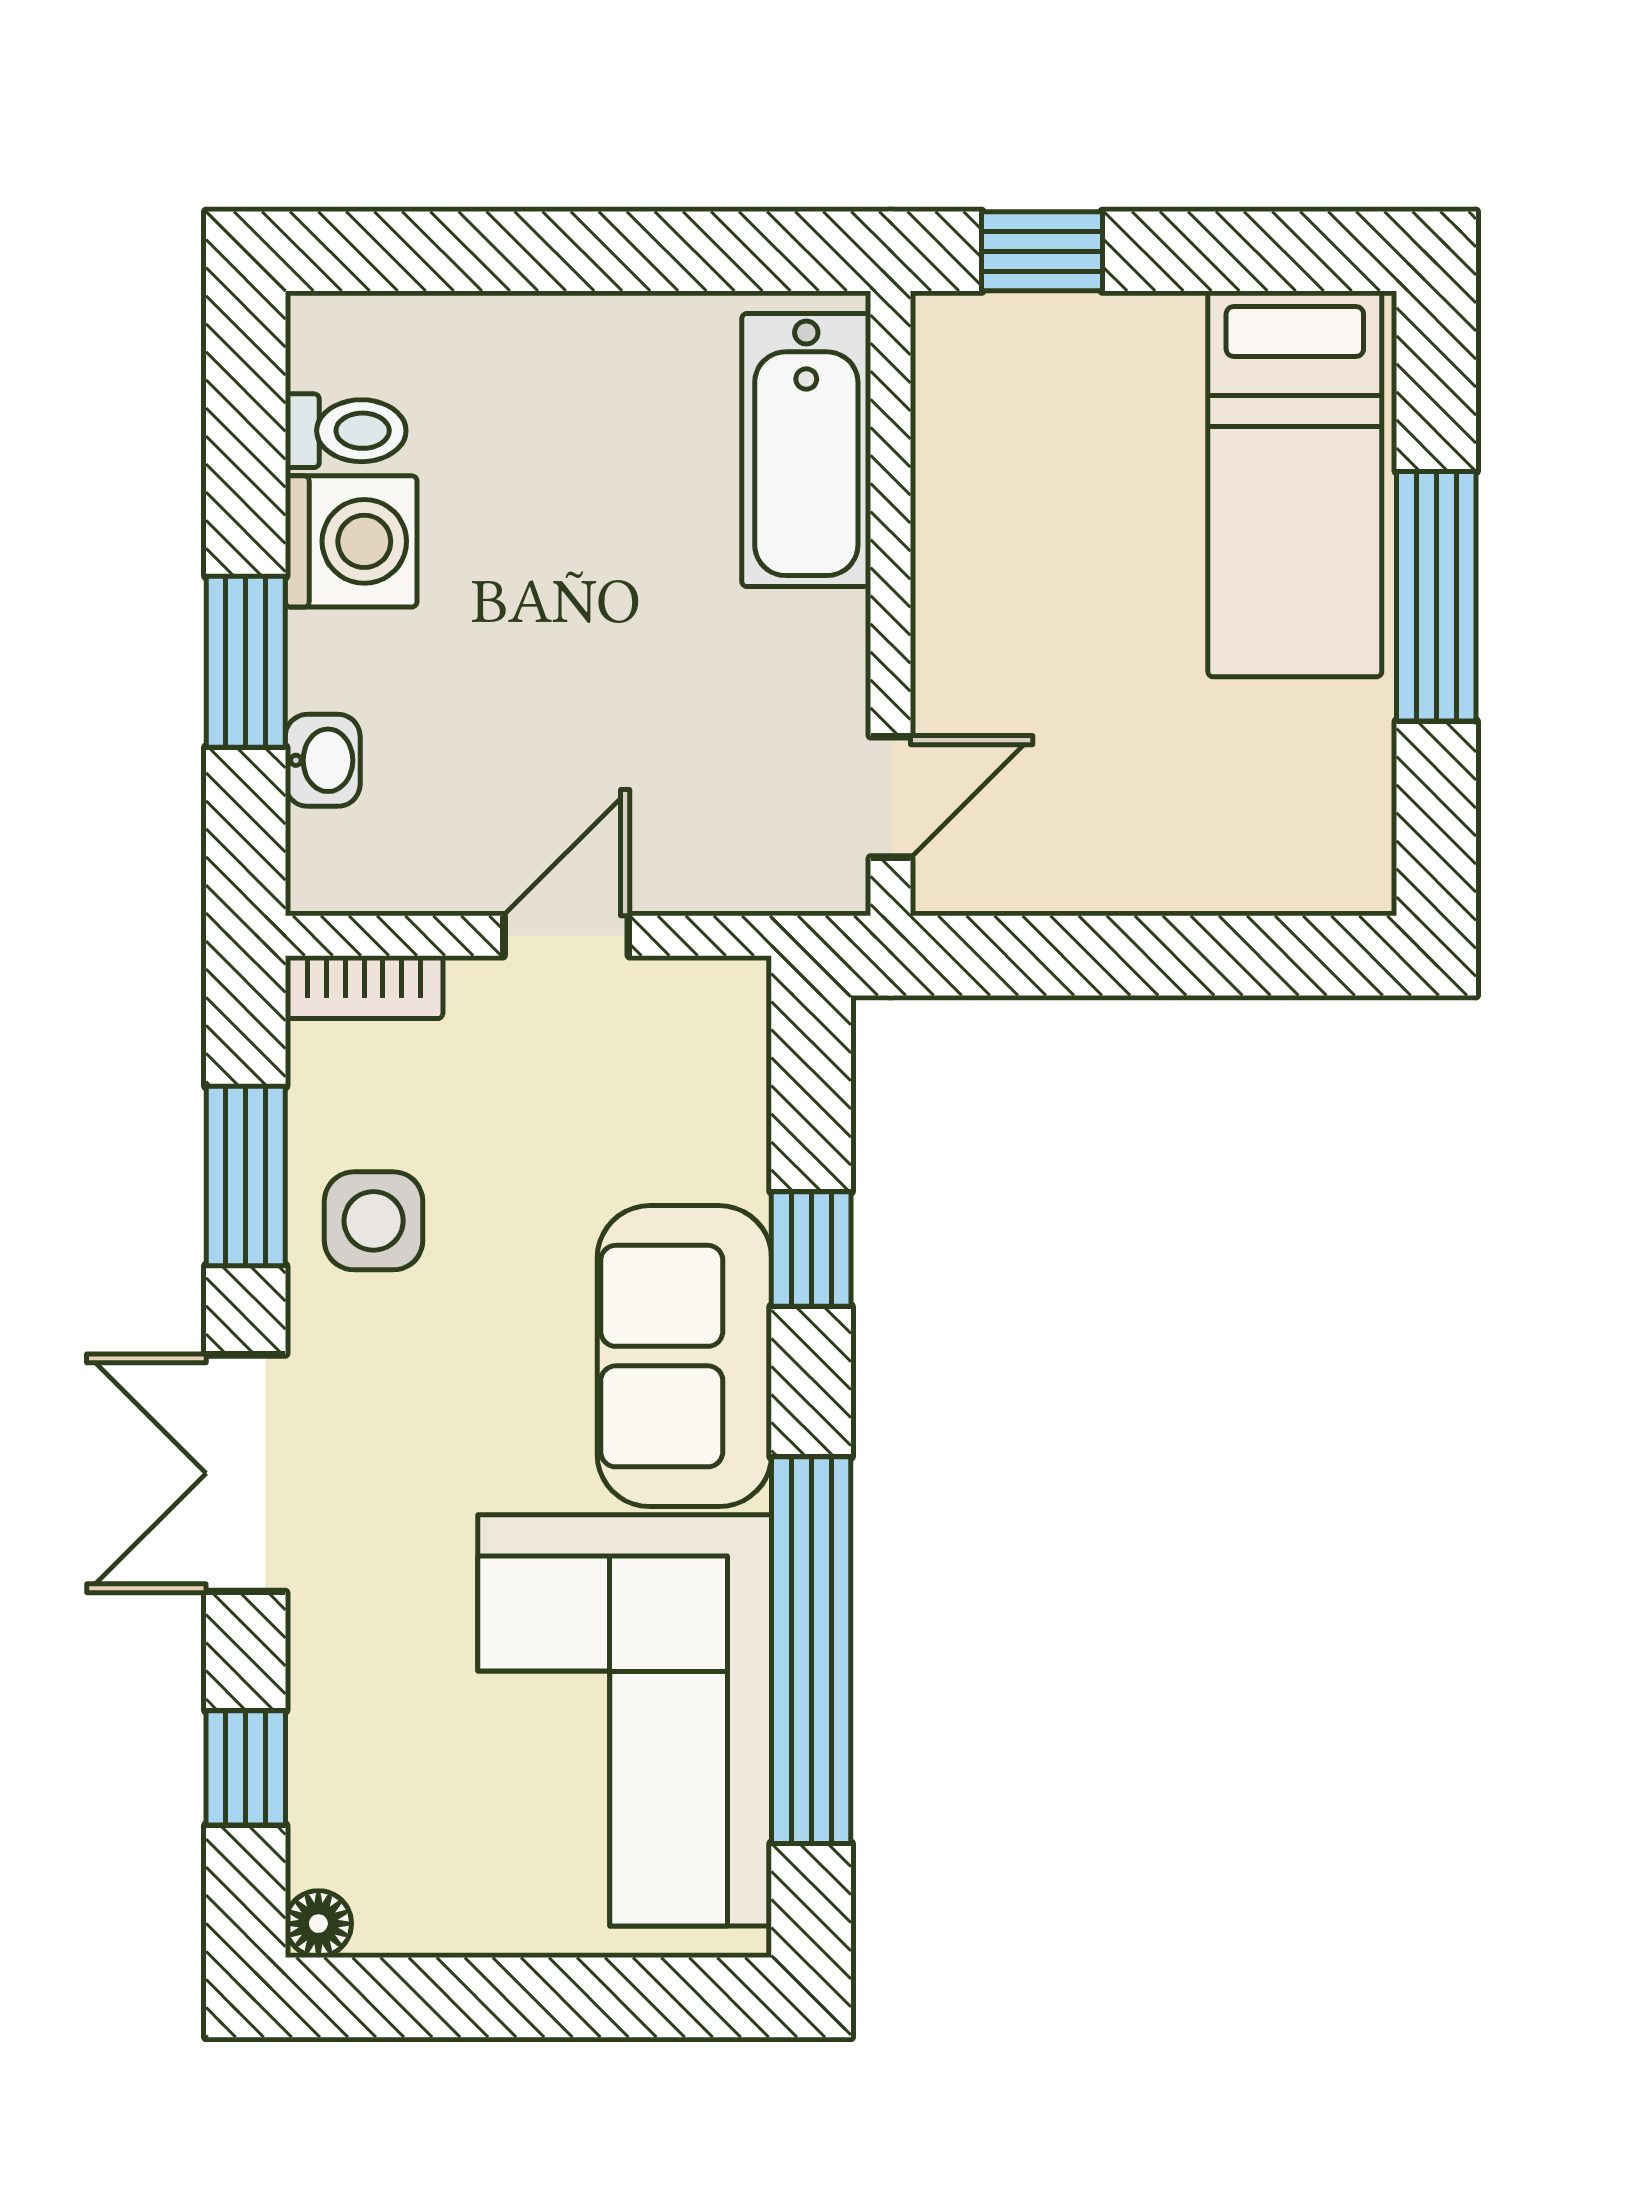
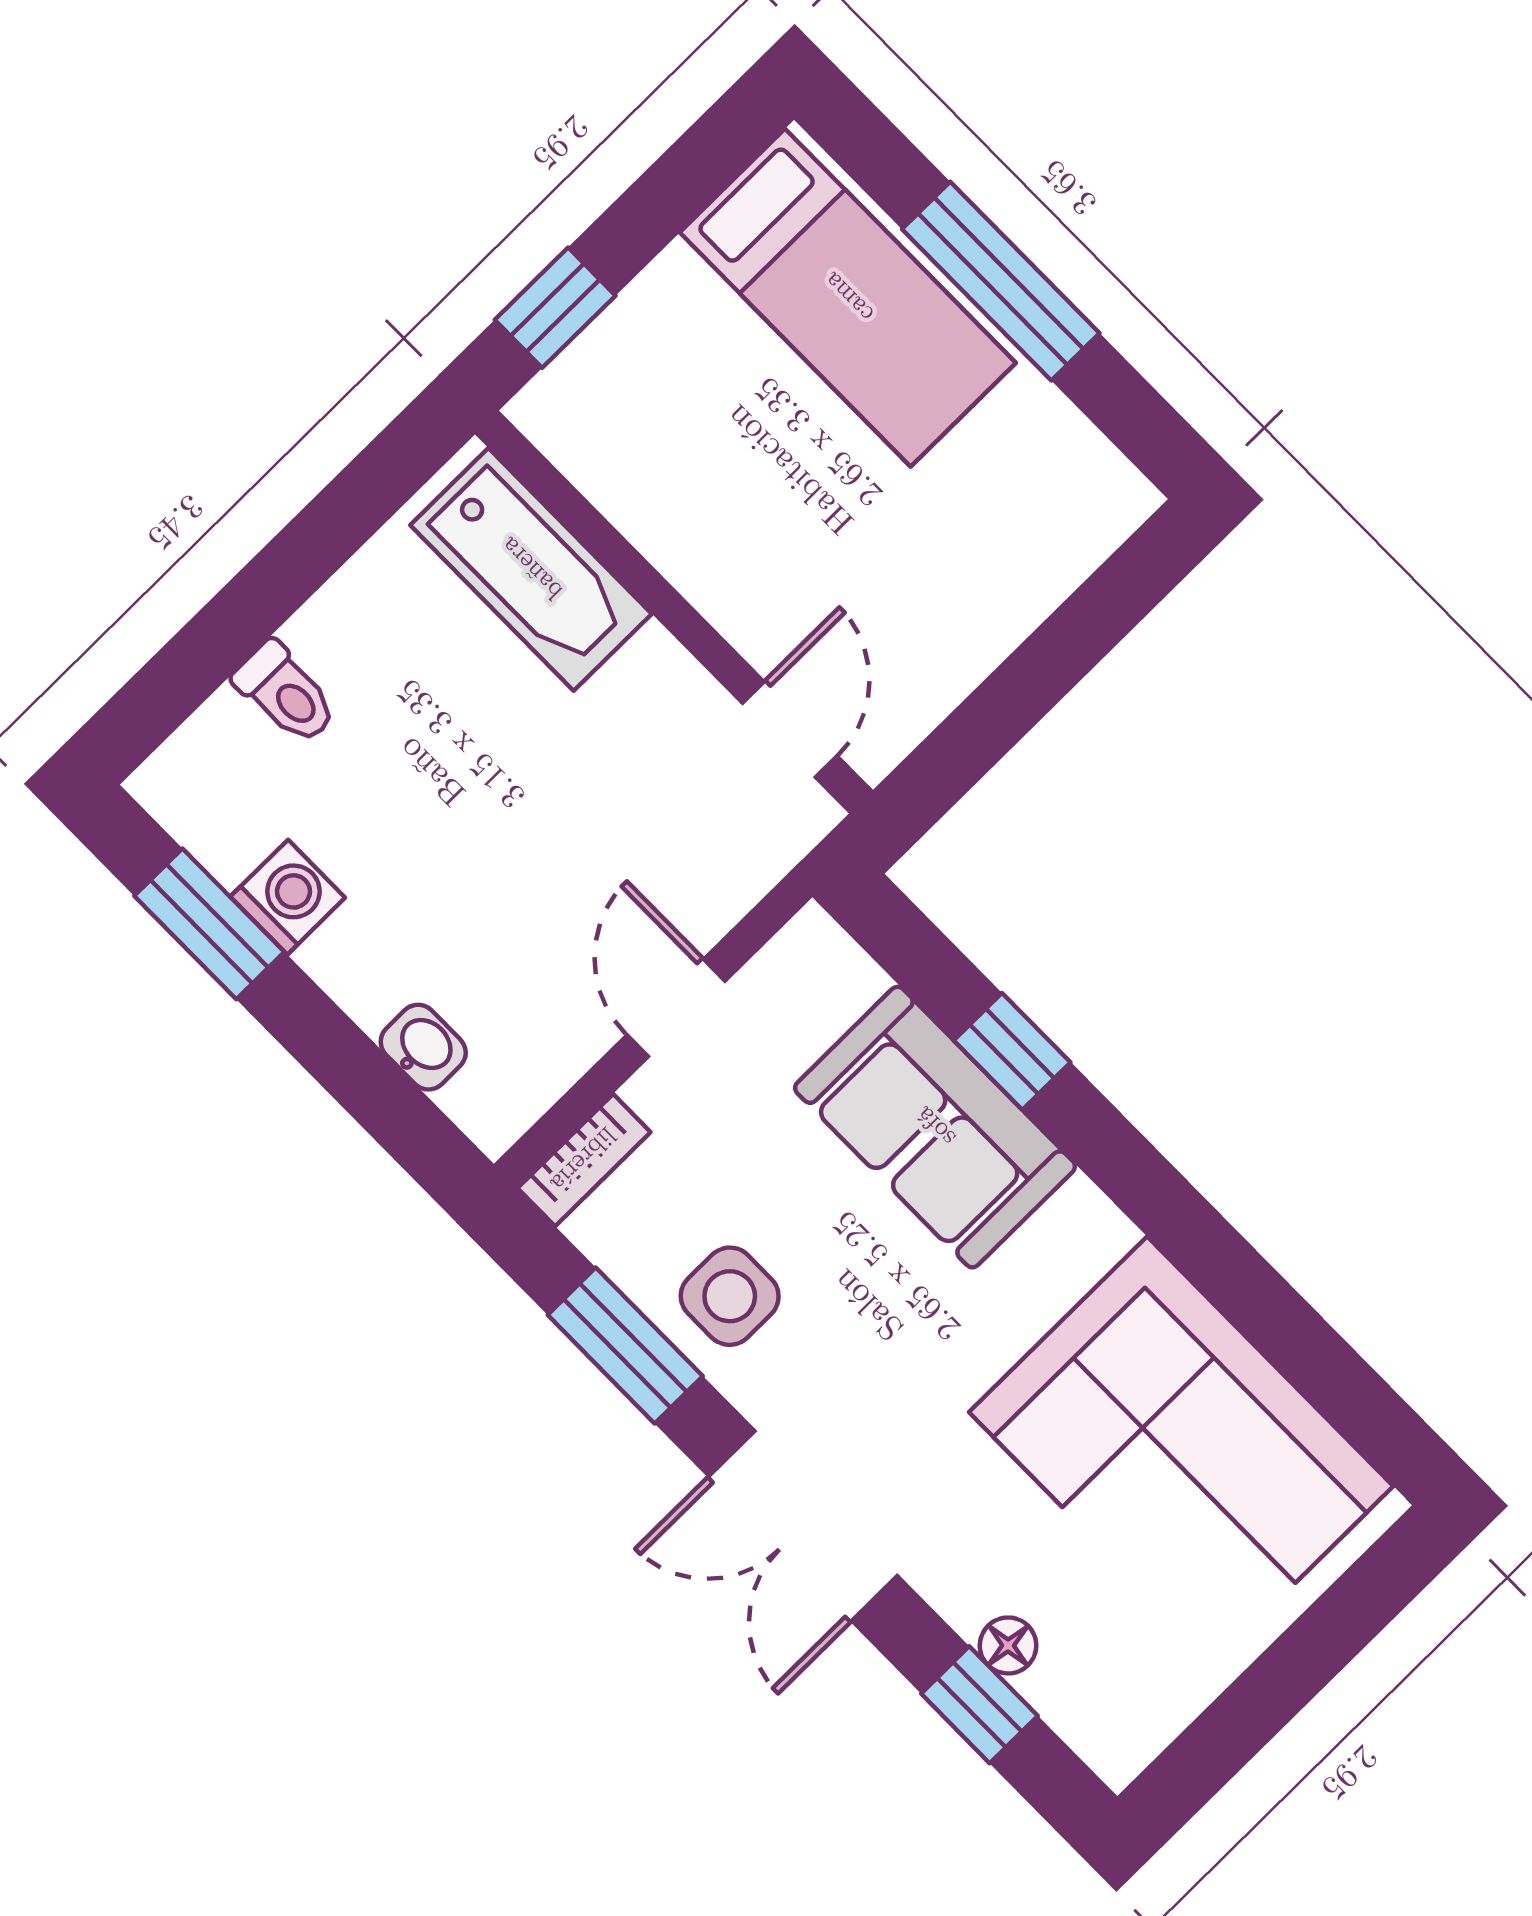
toilet: (346, 431) -> (286, 693), moved, turned 90
washing machine: (351, 541) -> (288, 897), width x0.73, depth x0.73
window: (246, 662) -> (209, 924), moved
sofa: (684, 1356) -> (935, 1127), moved
window: (811, 1650) -> (1252, 1295), removed
floor lamp: (318, 1924) -> (1008, 1645), moved

